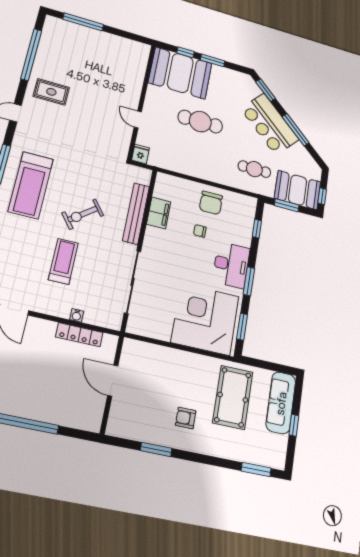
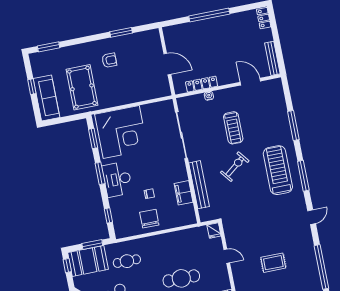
rug: (51, 92) -> (273, 263), moved

